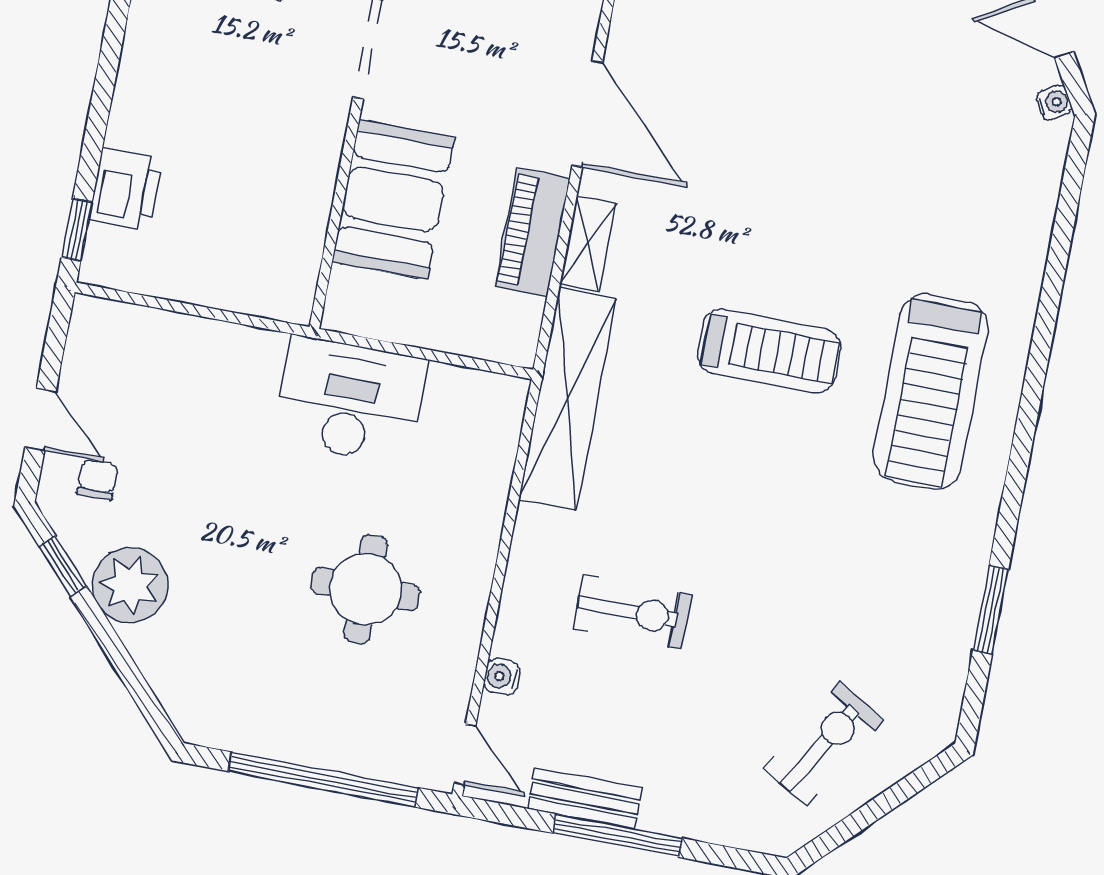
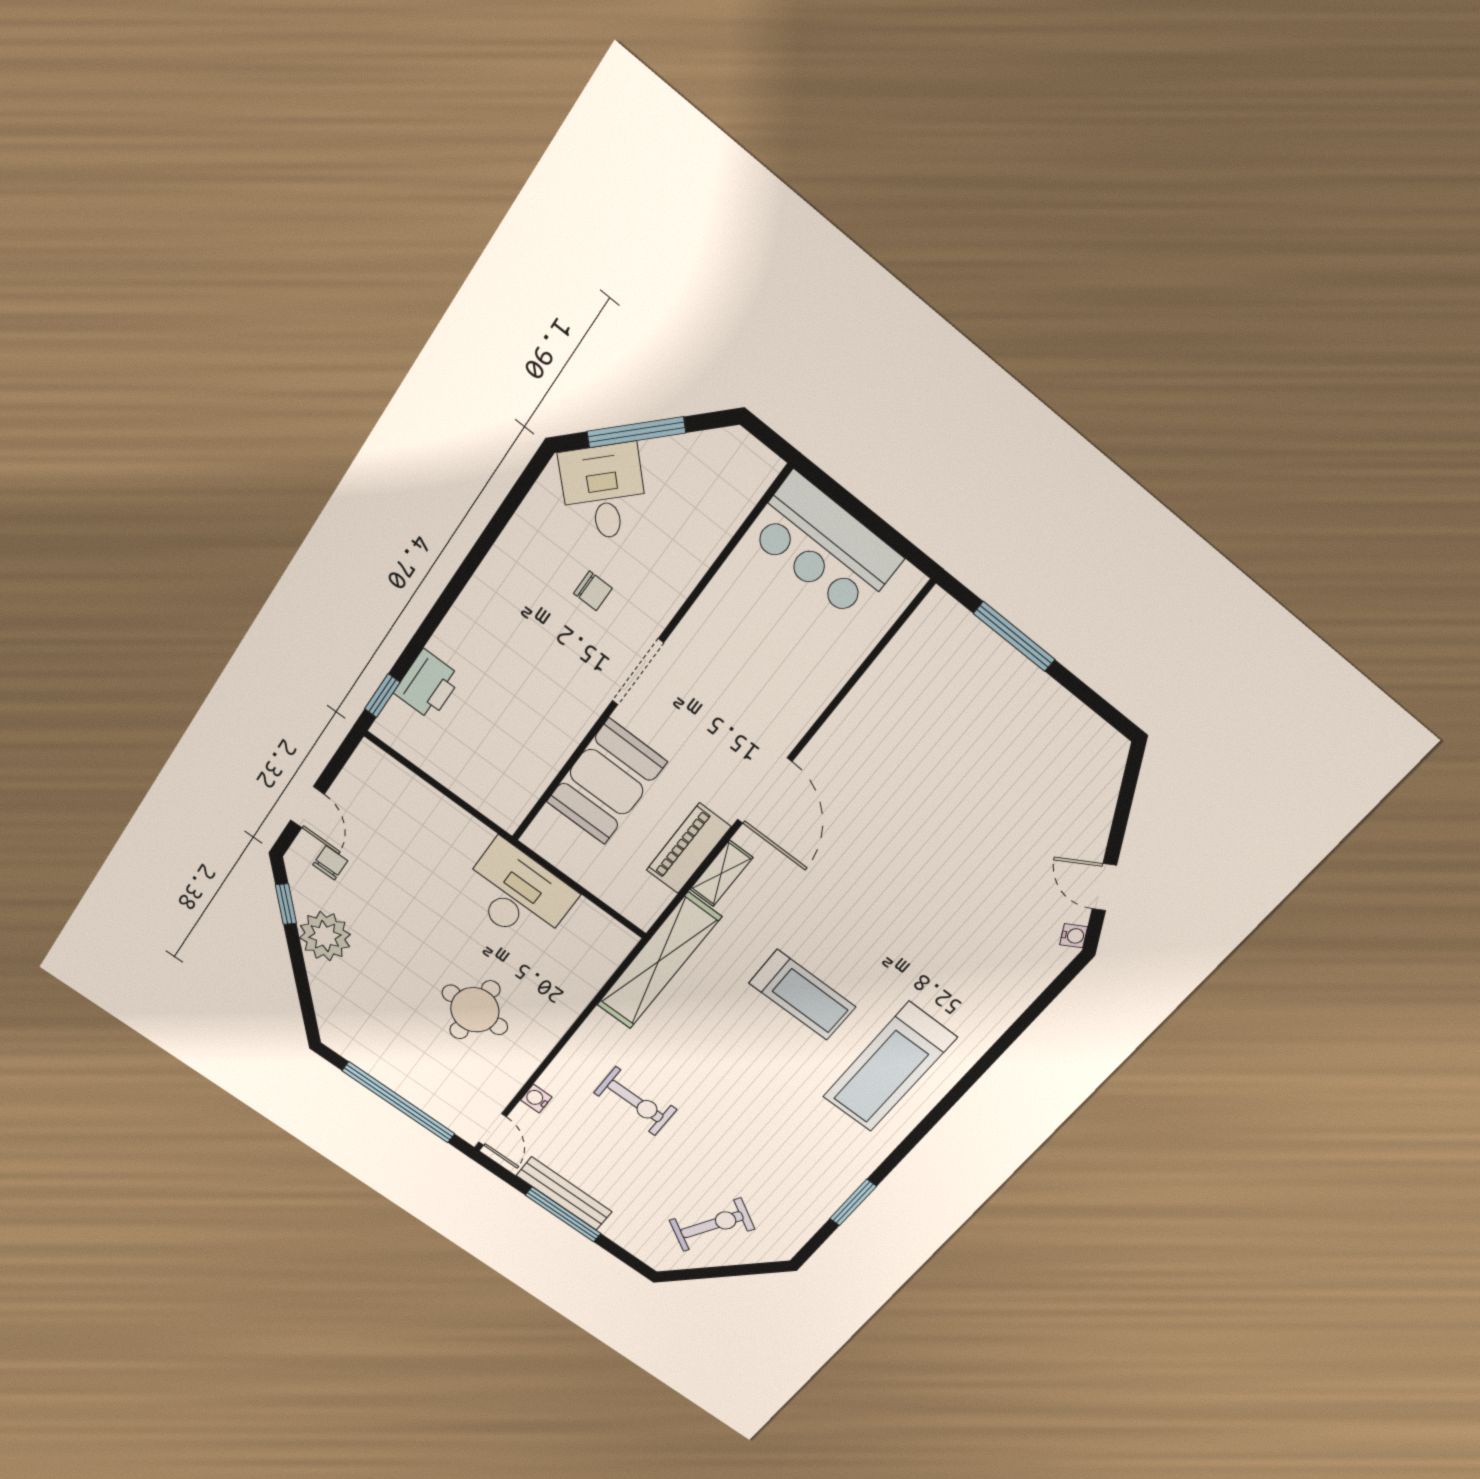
bench: (585, 798) -> (564, 1194), width x1.36

